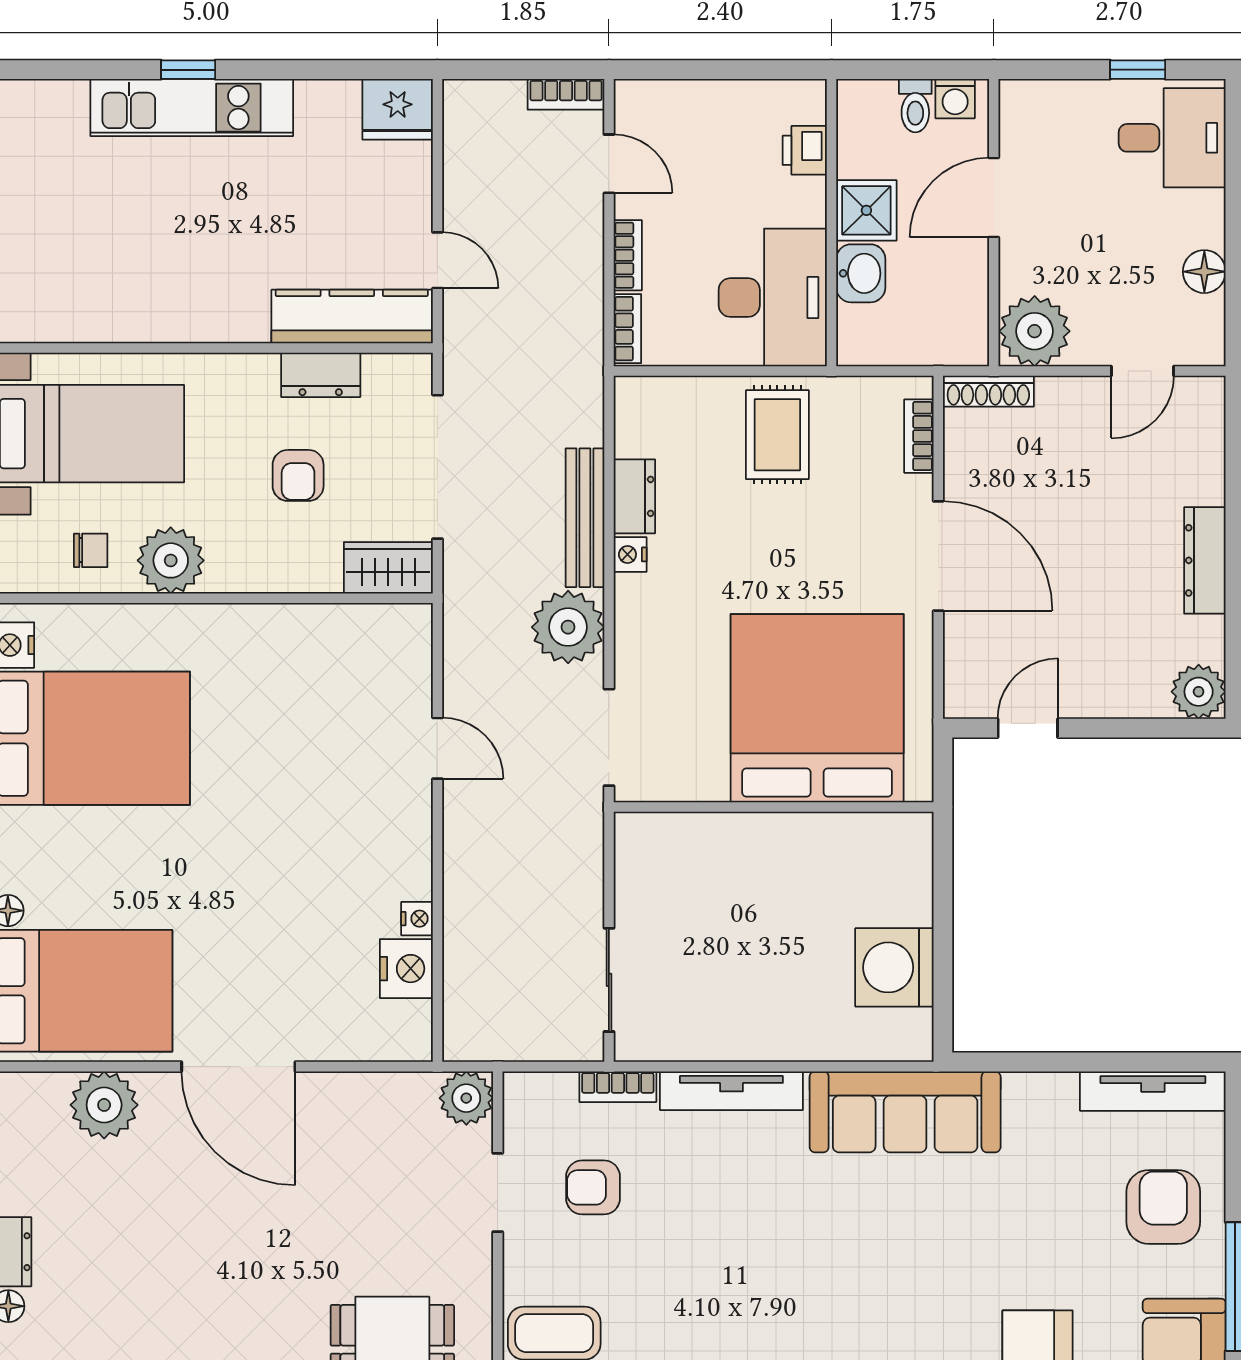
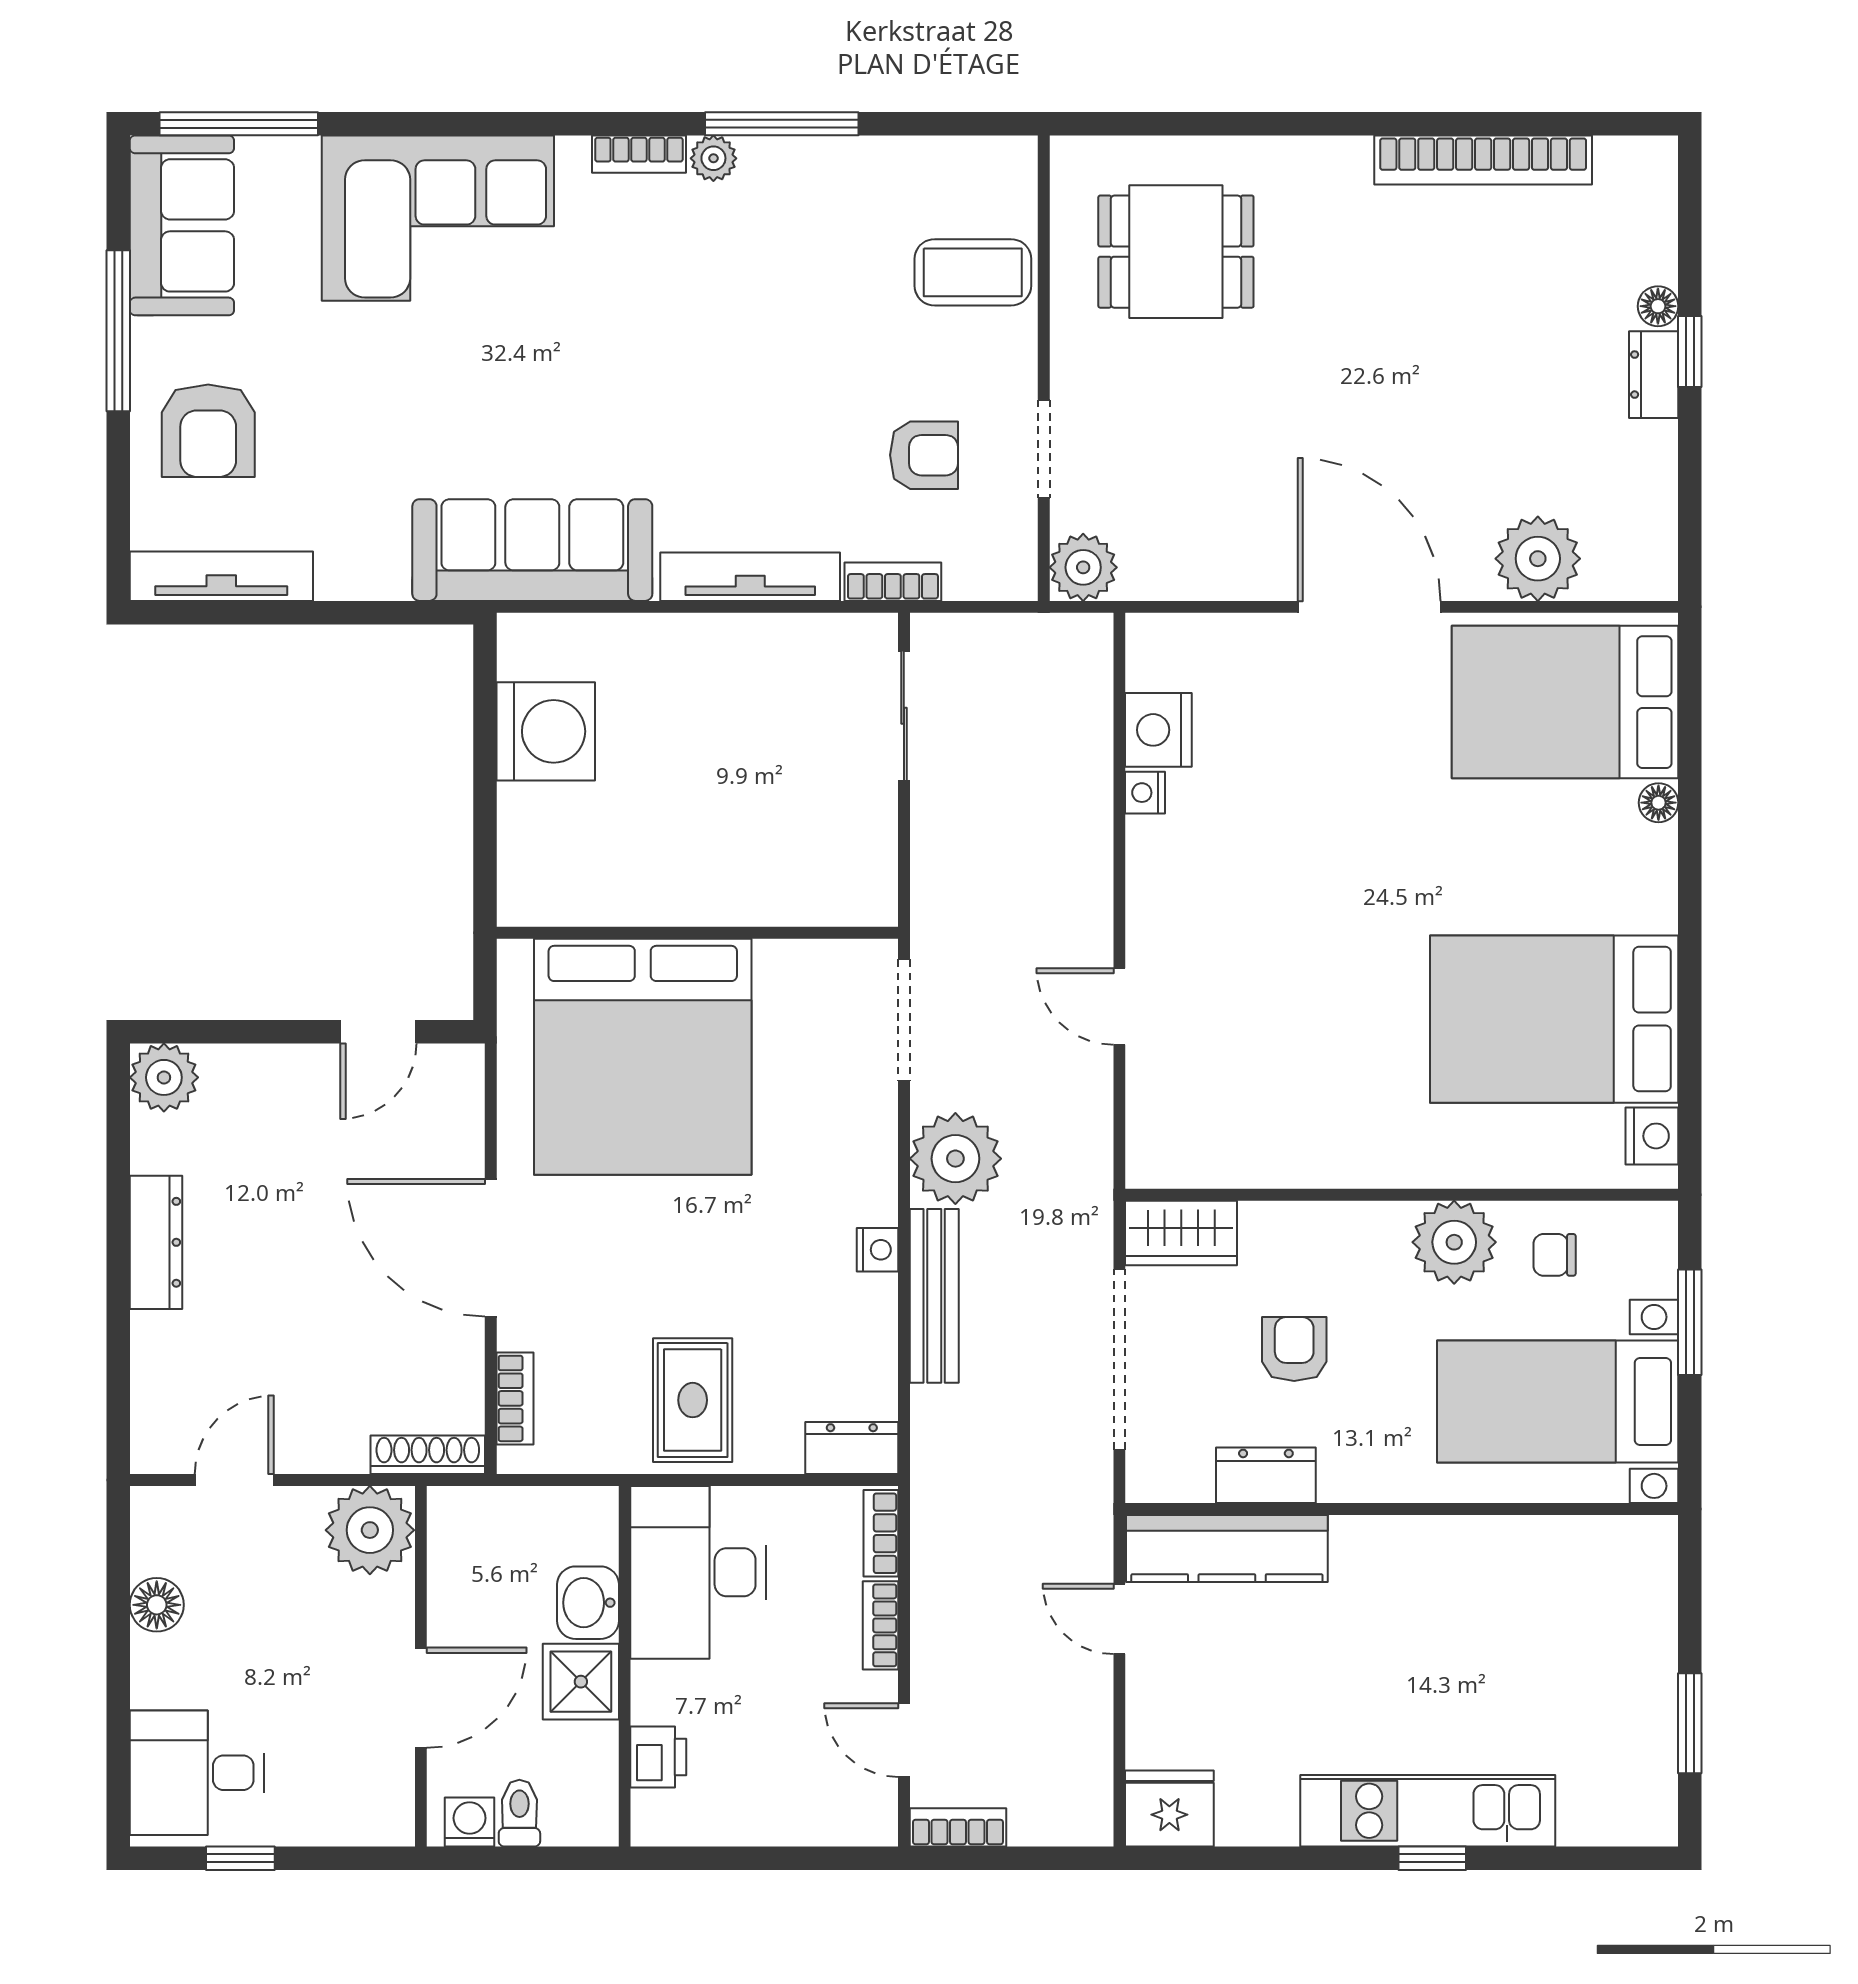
dresser: (634, 496) -> (852, 1448), moved, turned 90

